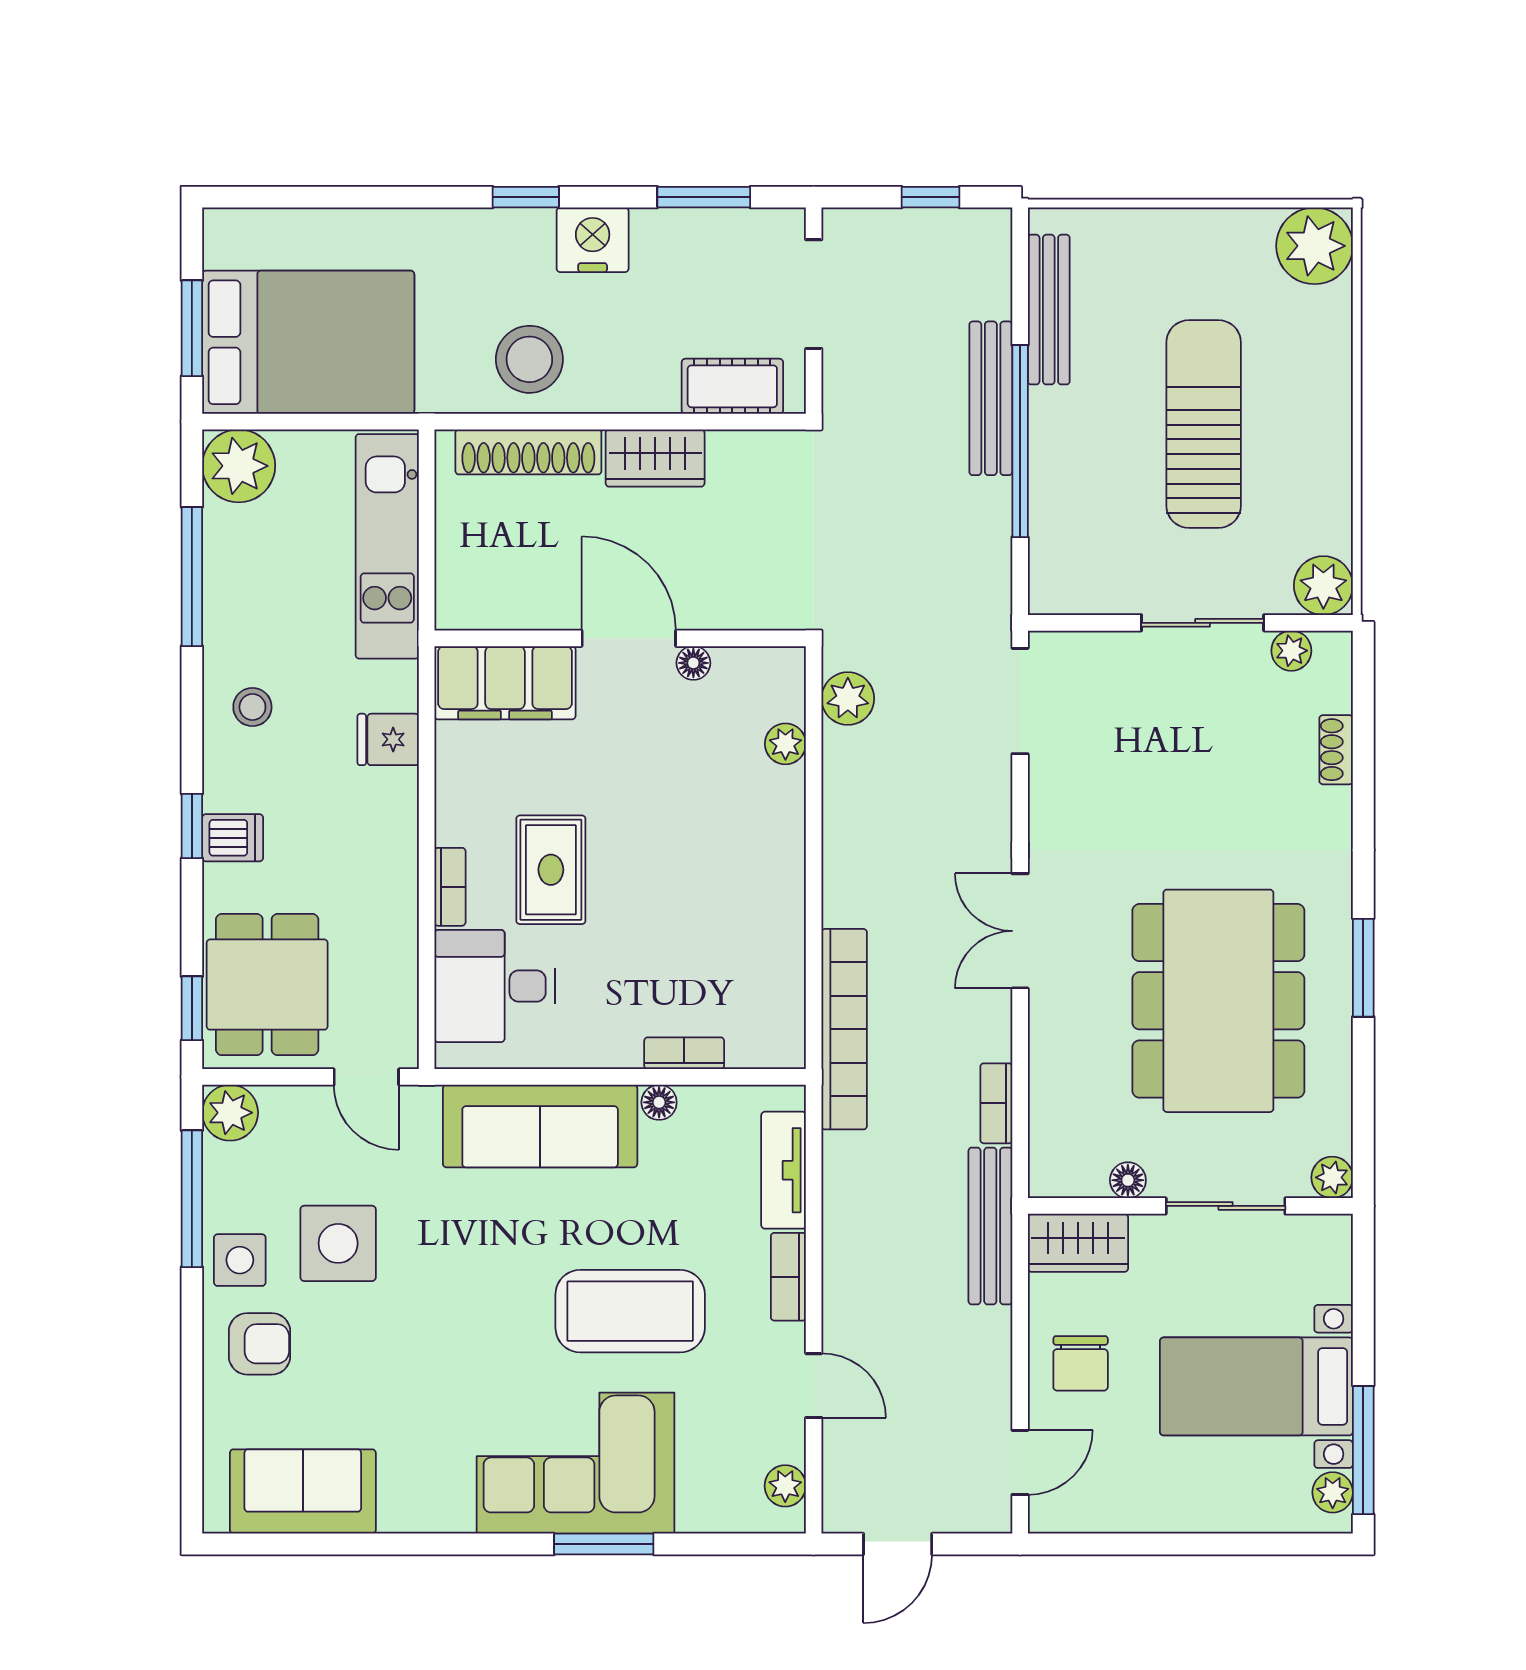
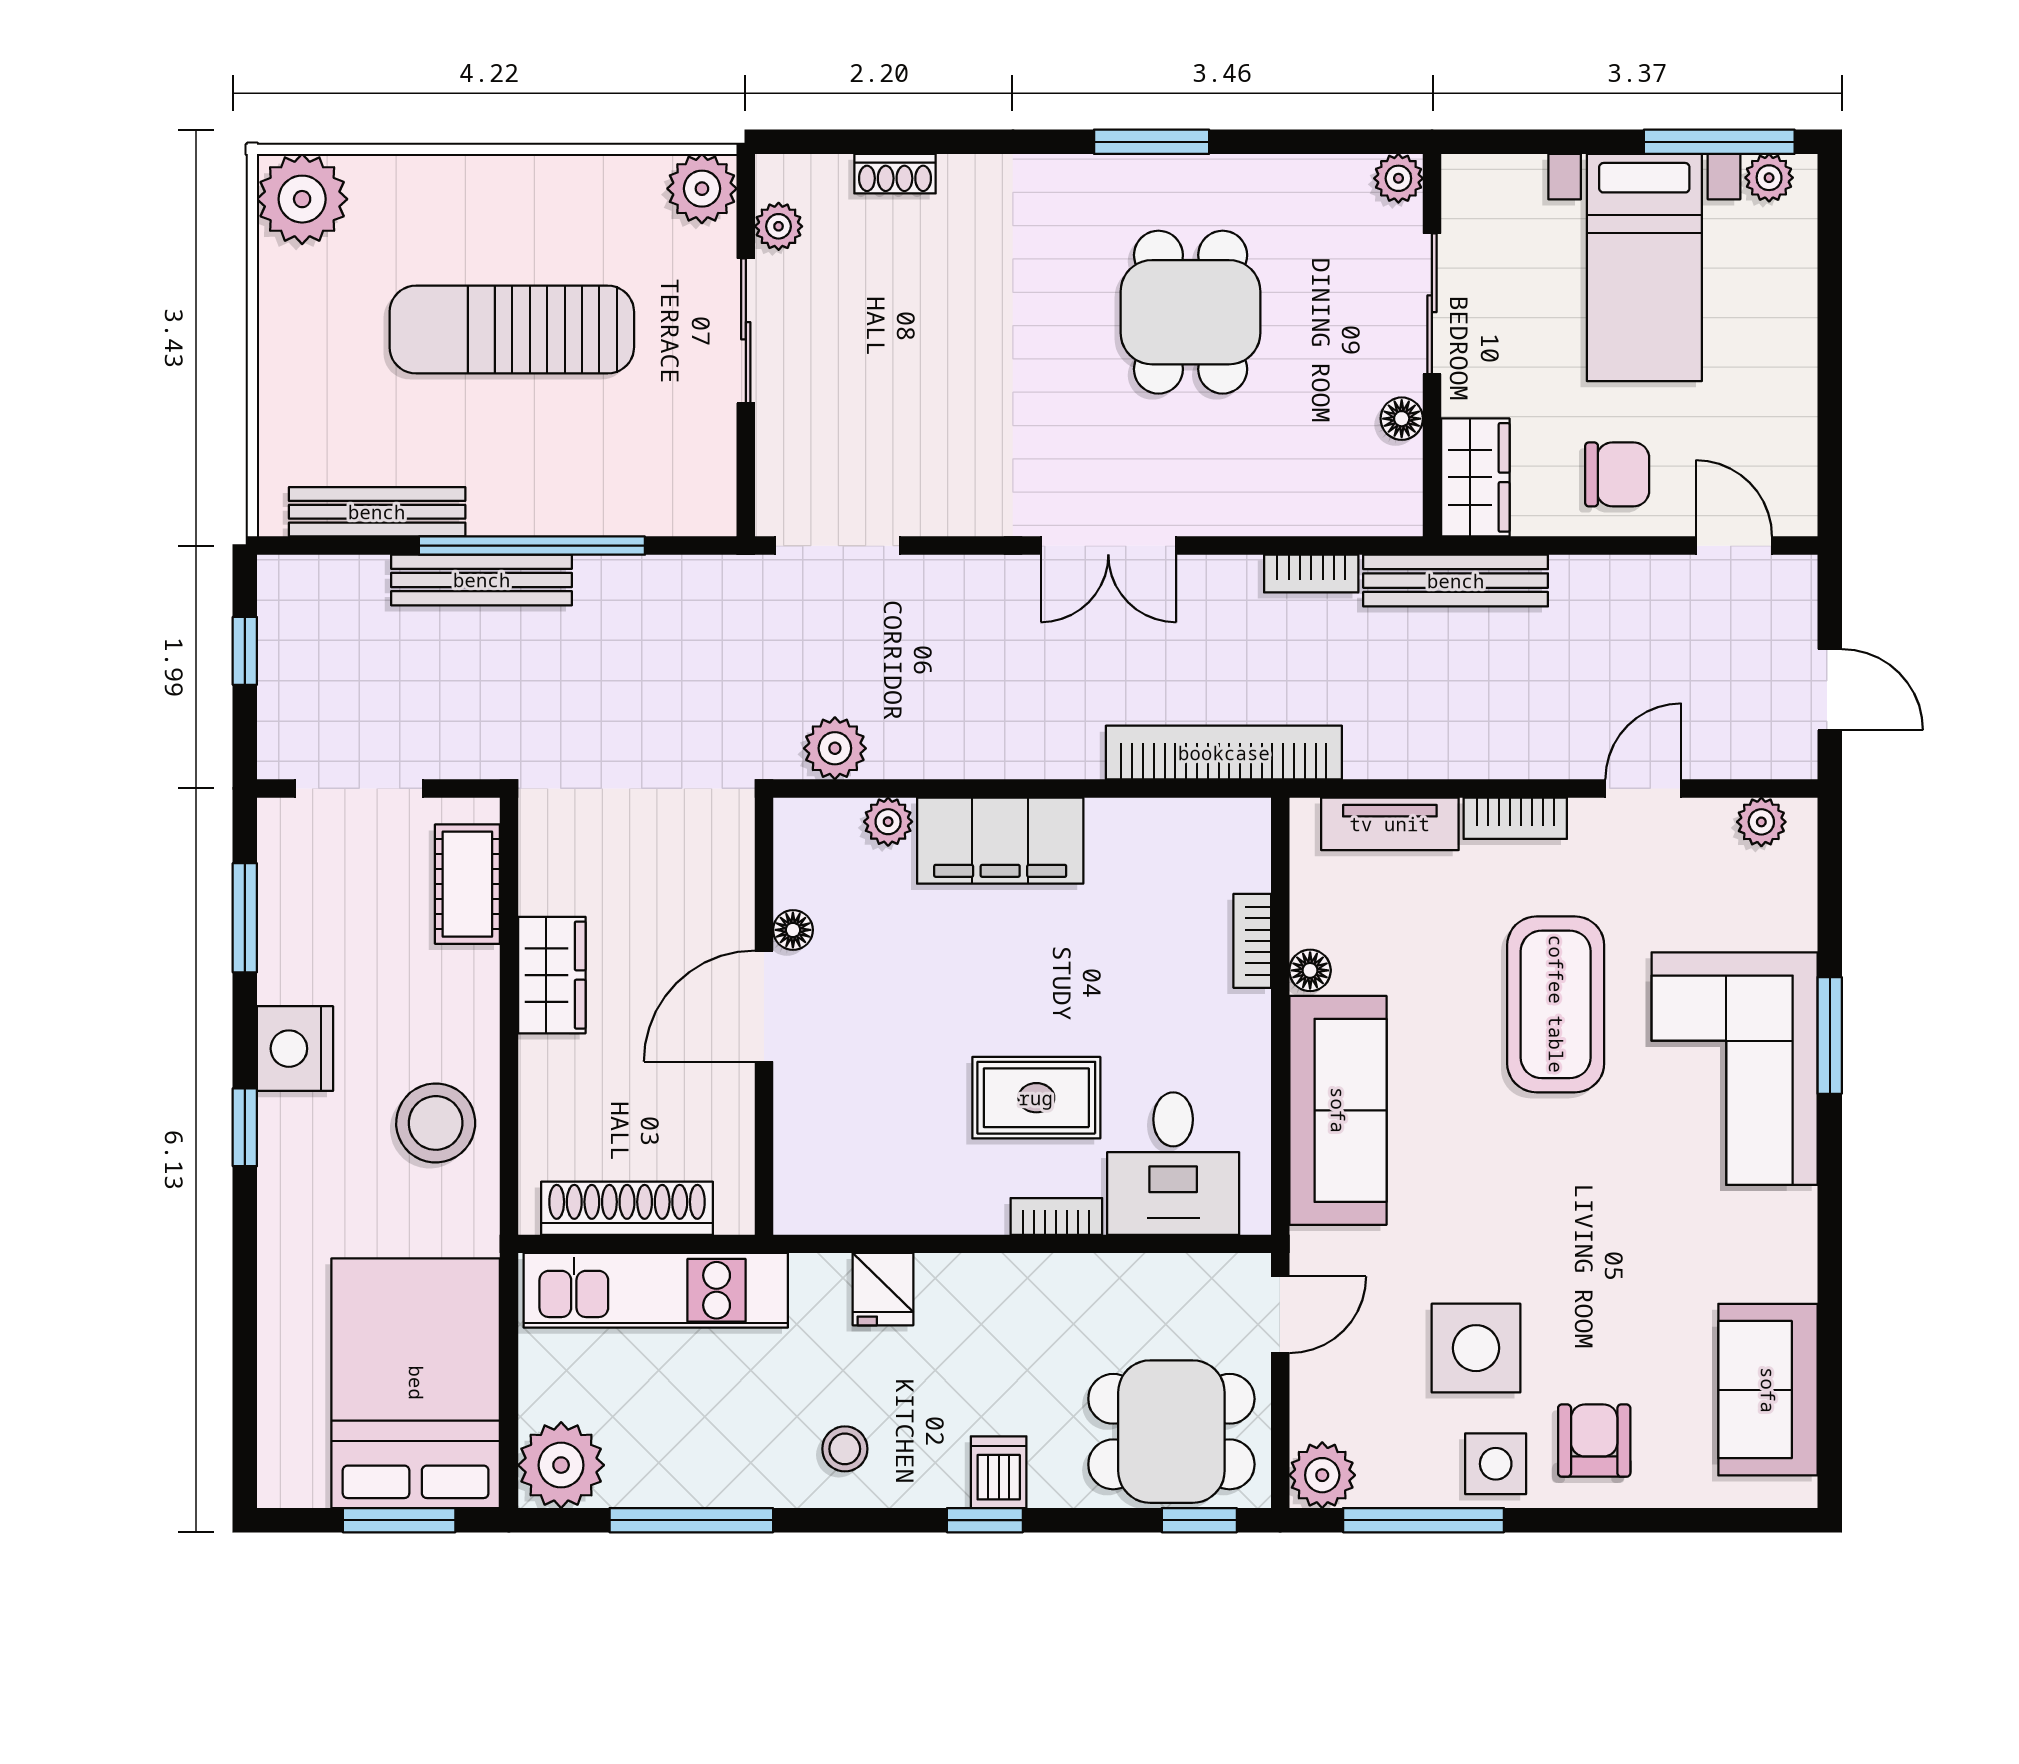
shoe rack: (528, 452) -> (627, 1208), moved, turned -90
filing cabinet: (505, 683) -> (1000, 841), moved, turned 90
dining table: (1218, 1001) -> (1191, 312), width x0.53, depth x0.80

